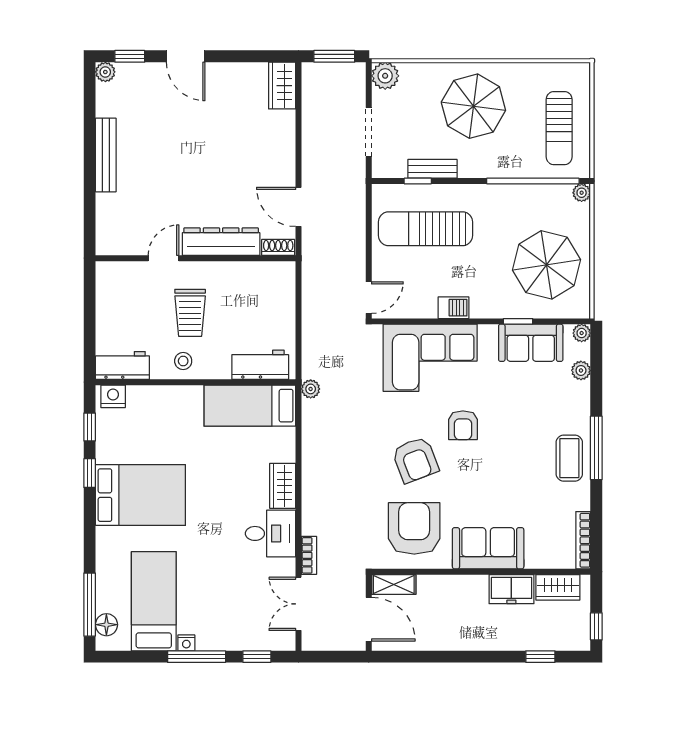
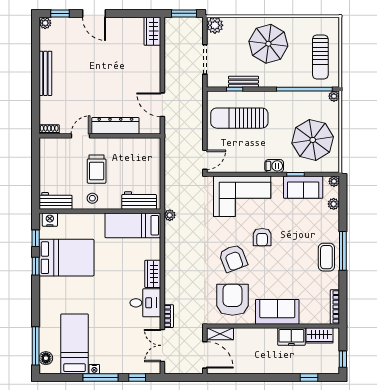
shoe rack: (278, 247) -> (49, 129), moved
barbecue: (453, 308) -> (274, 166), moved
bed: (140, 495) -> (66, 258), moved

